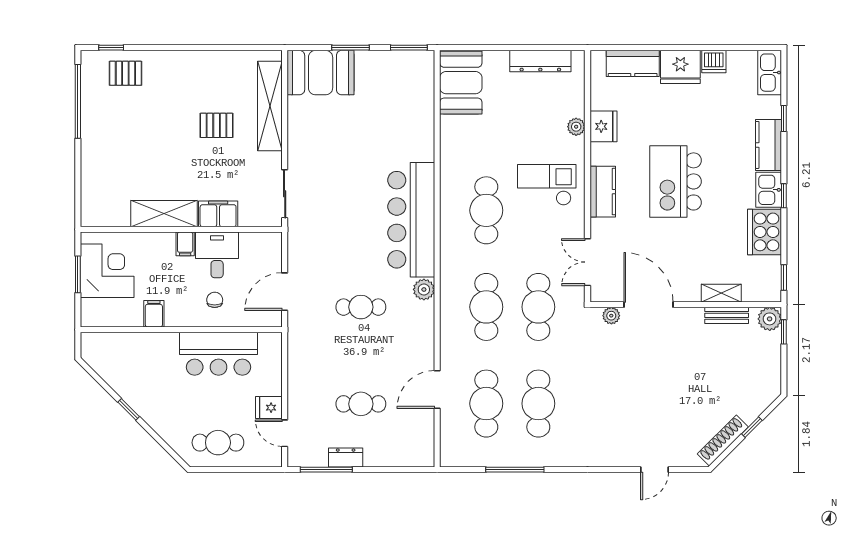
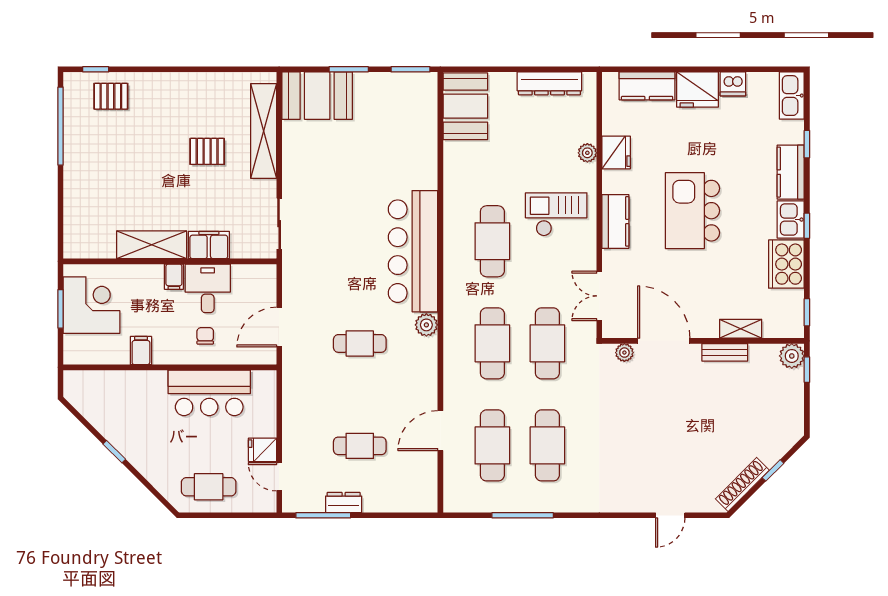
bench: (727, 315) -> (725, 352), moved

